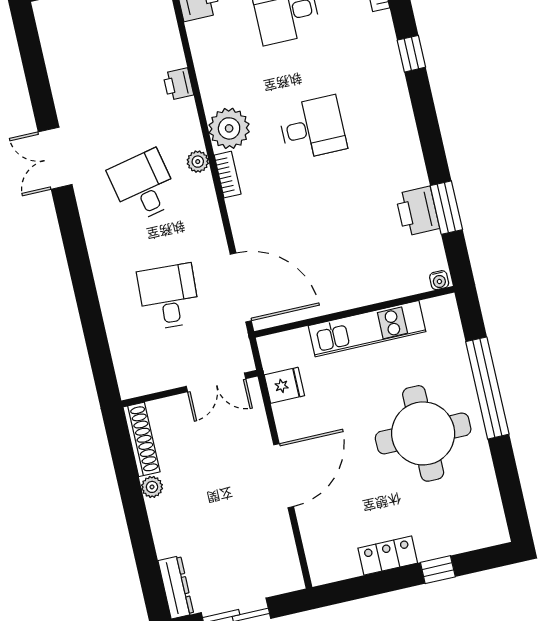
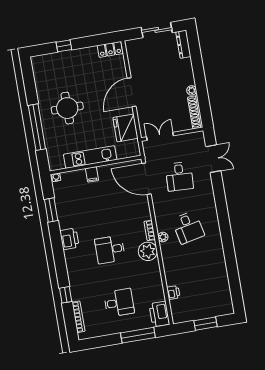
window: (411, 54) -> (66, 295), moved
printer: (178, 84) -> (173, 292), moved
double door: (55, 158) -> (213, 159), moved
printer: (417, 211) -> (69, 239), moved
filing cabinet: (361, 291) -> (92, 174), added
fridge: (284, 385) -> (125, 128), width x1.88, depth x1.34
round table: (423, 433) -> (67, 108), width x0.73, depth x0.73
locker: (388, 556) -> (110, 49), moved

